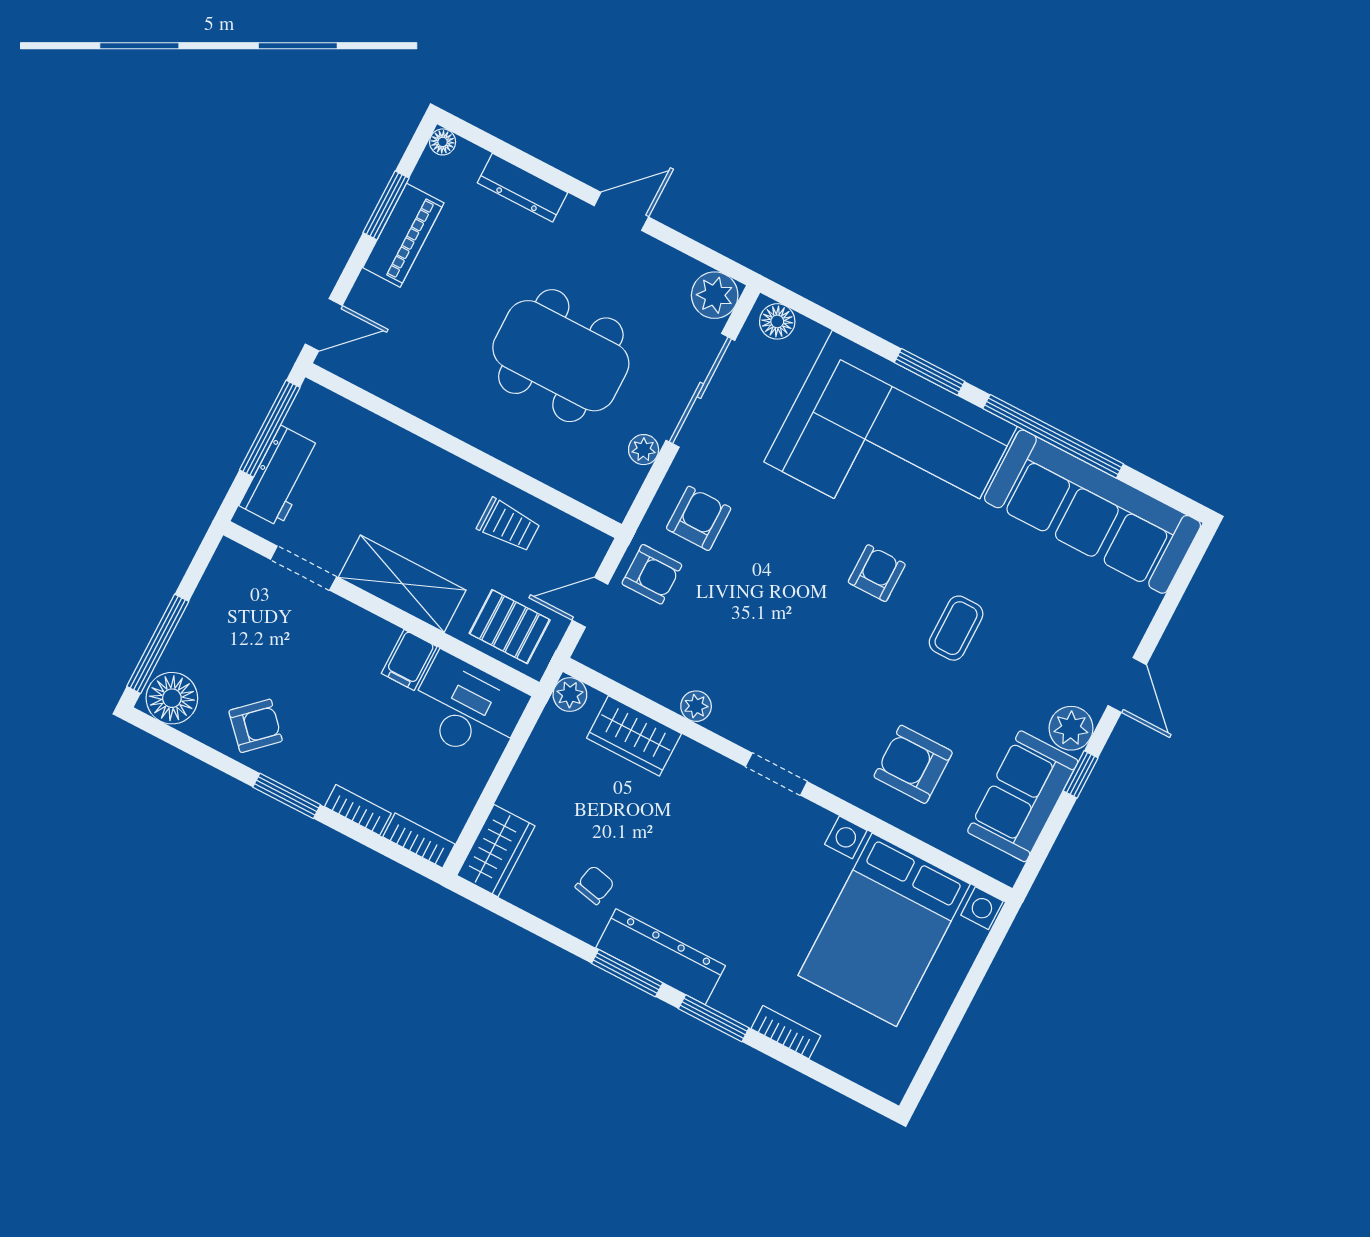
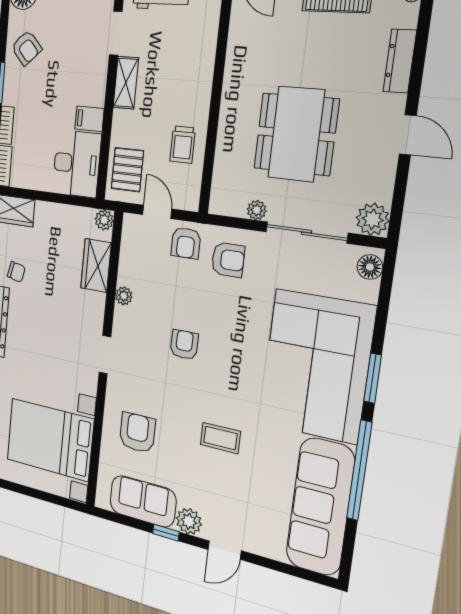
armchair: (877, 573) -> (184, 345), moved, turned -90
shelving: (402, 584) -> (126, 83), width x0.67, depth x0.75

